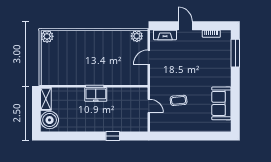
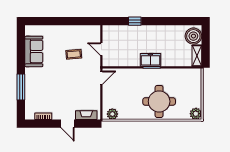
round table: (87, 50) -> (159, 101), added
window: (235, 53) -> (21, 87), moved
door: (149, 57) -> (101, 78), moved

